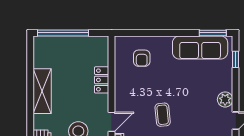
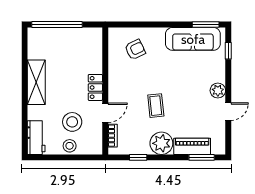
armchair: (142, 58) -> (135, 50), turned -116
locker: (102, 80) -> (95, 87), moved

